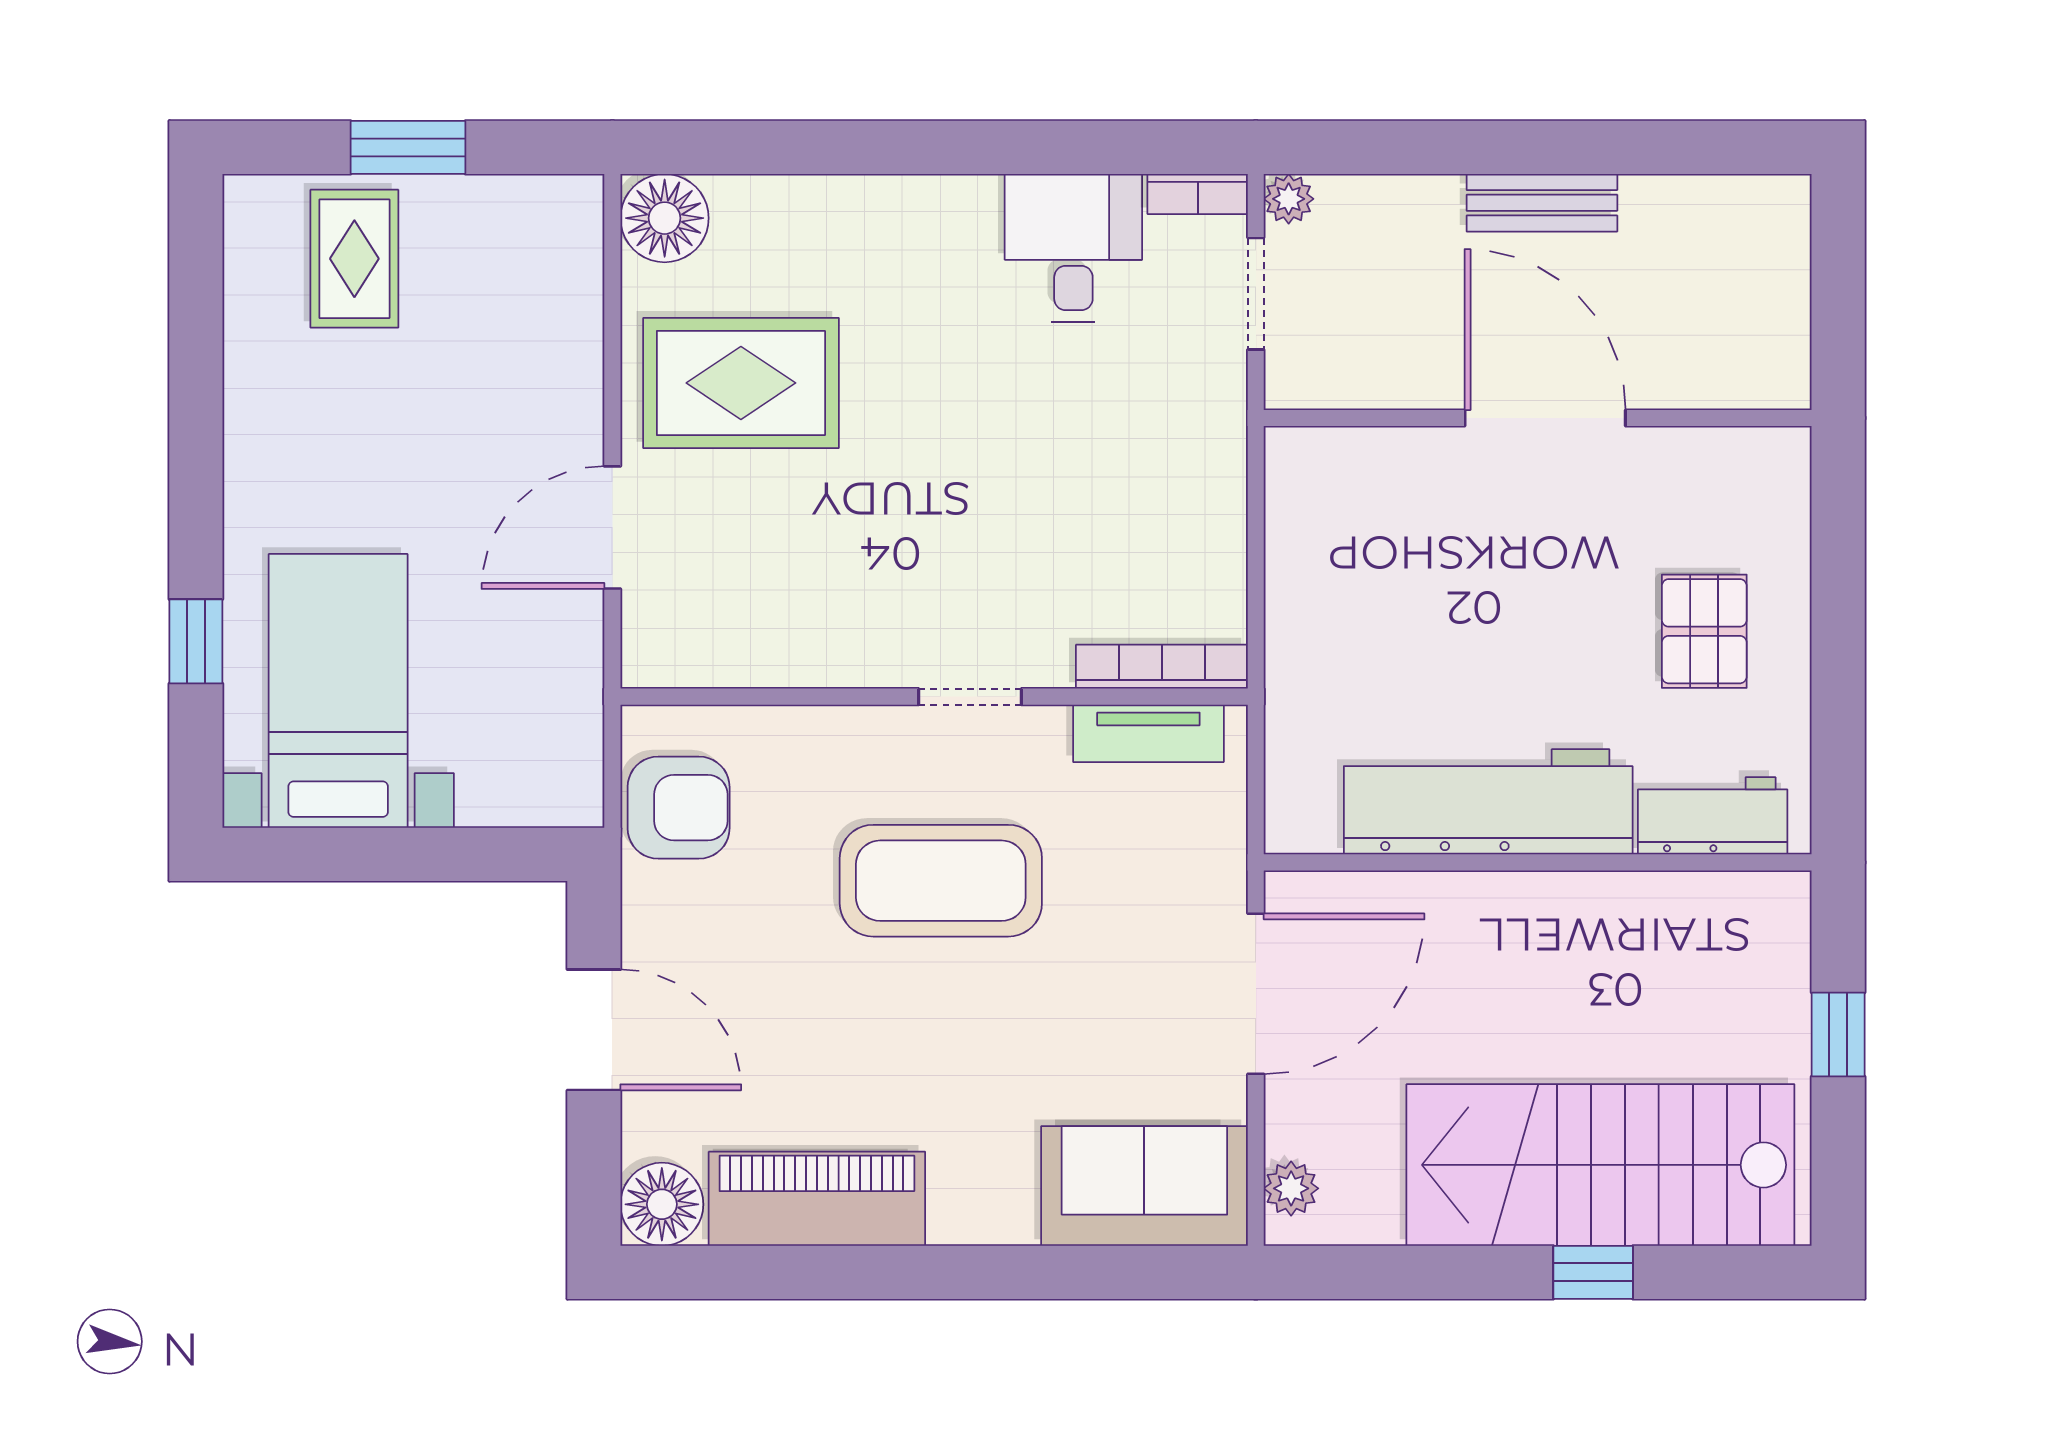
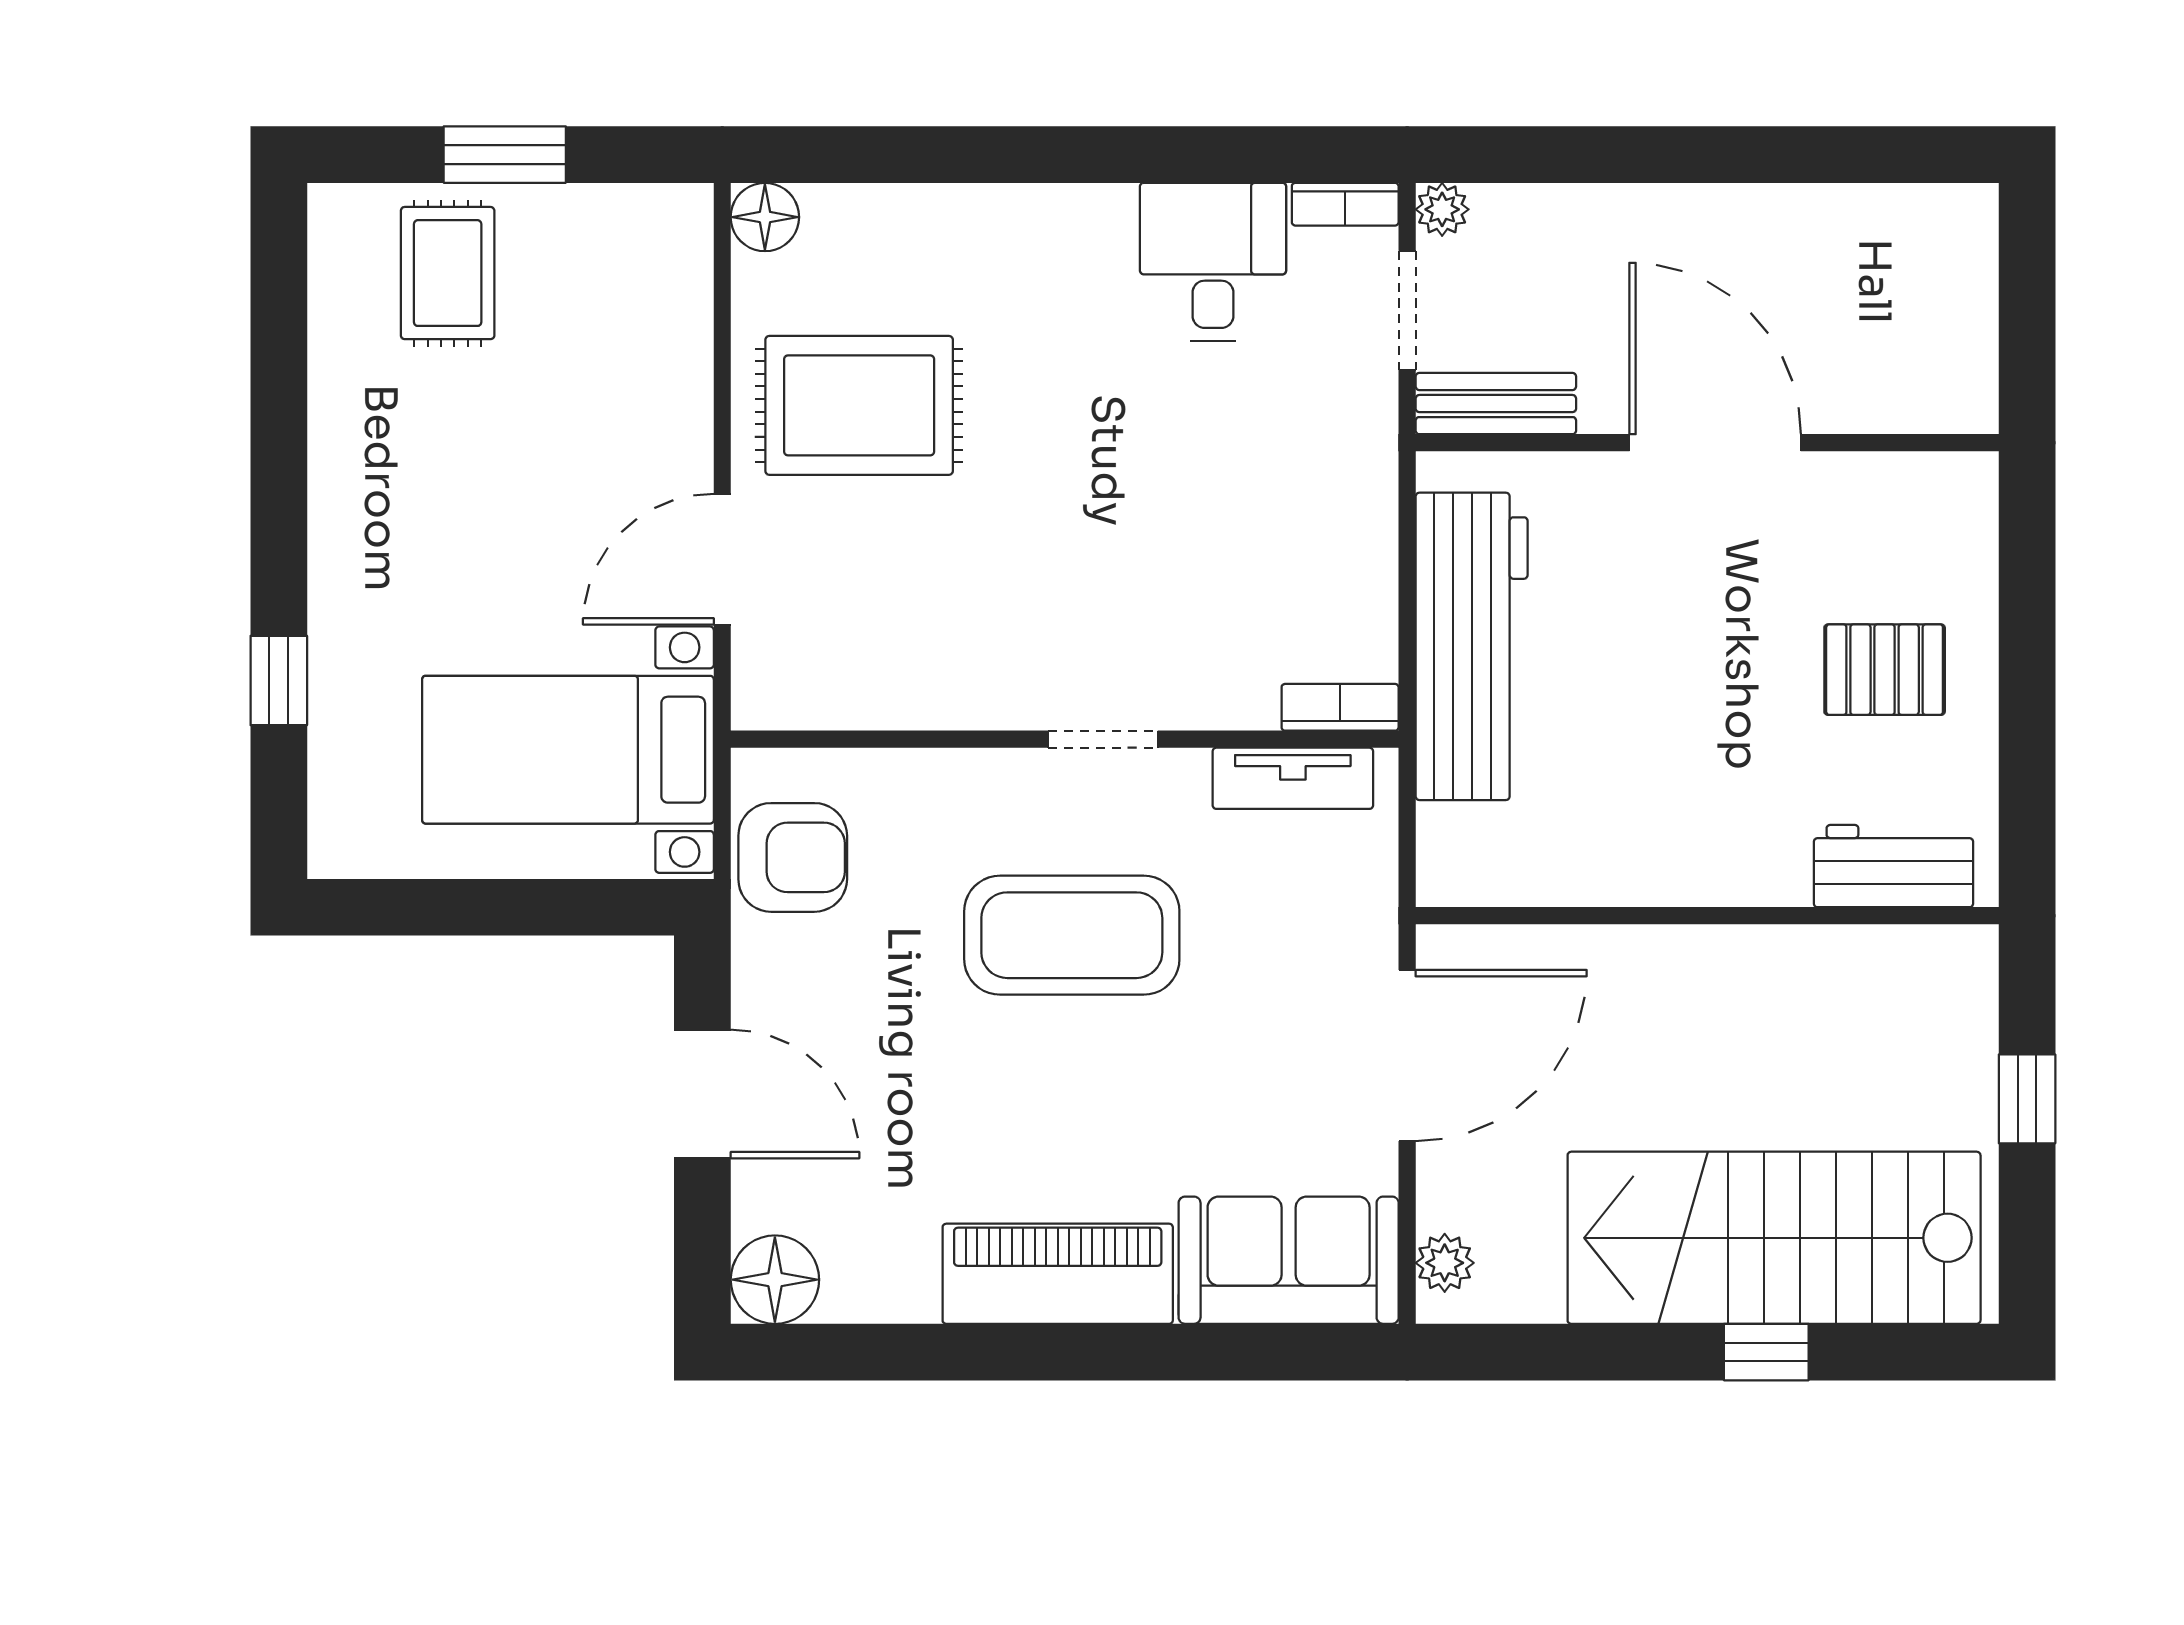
bench: (1542, 203) -> (1496, 404), moved
floor lamp: (665, 218) -> (765, 217), width x0.73, depth x0.73
pallet: (1704, 631) -> (1885, 670), turned 90
bookcase: (1162, 667) -> (1340, 707), width x0.64
bed with nightstands: (338, 691) -> (568, 750), moved, turned -90
workbench: (1488, 802) -> (1472, 646), moved, turned 90
piano: (817, 1199) -> (1058, 1274), moved

